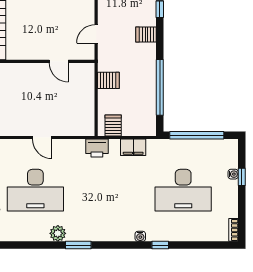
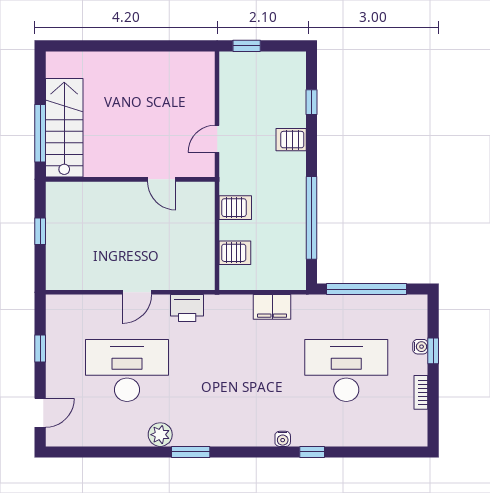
server rack: (113, 125) -> (235, 253), moved, turned 90
door: (42, 137) -> (137, 292), hinge flipped
printer: (97, 148) -> (187, 308), moved
desk: (35, 190) -> (127, 371), turned 180
desk: (183, 190) -> (346, 371), turned 180
bookcase: (233, 230) -> (421, 392), moved

